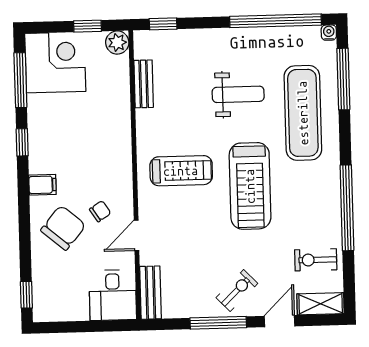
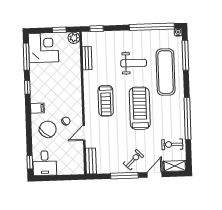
treadmill: (181, 171) -> (106, 101), turned 90
treadmill: (250, 186) -> (140, 108), turned 180
desk: (113, 295) -> (45, 163), moved

